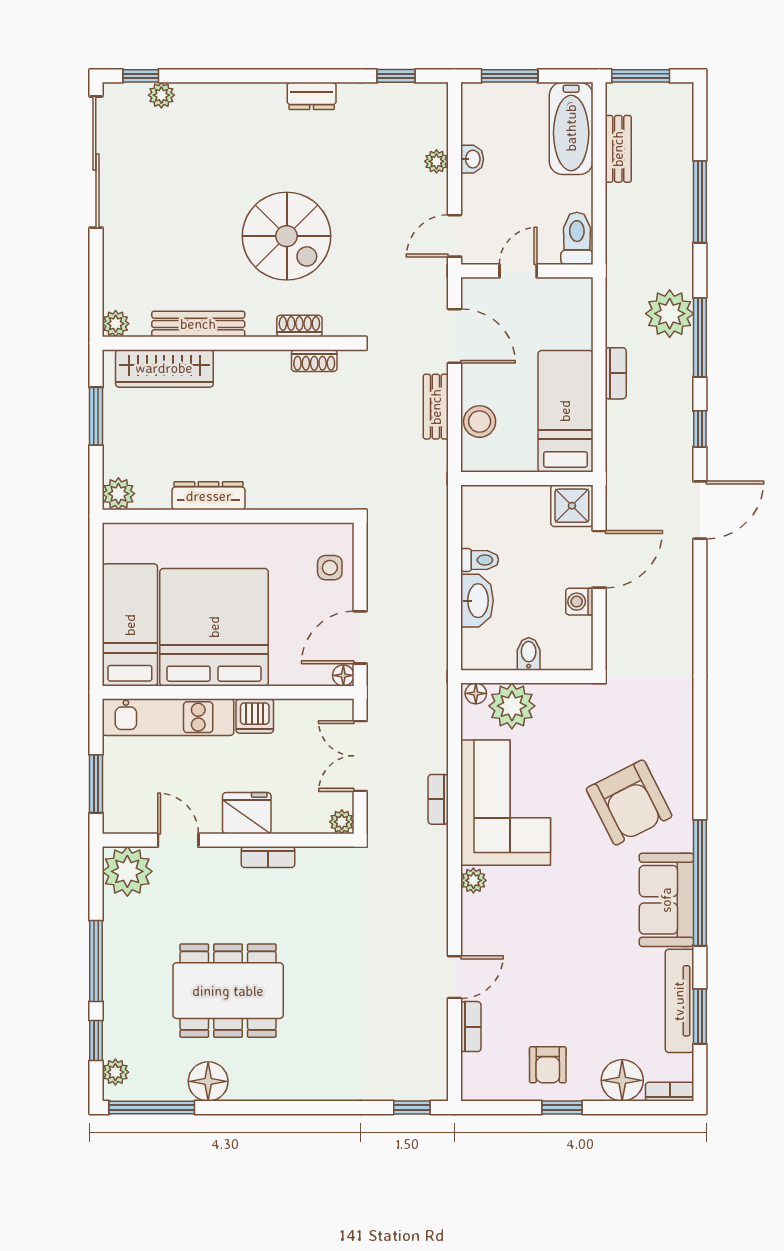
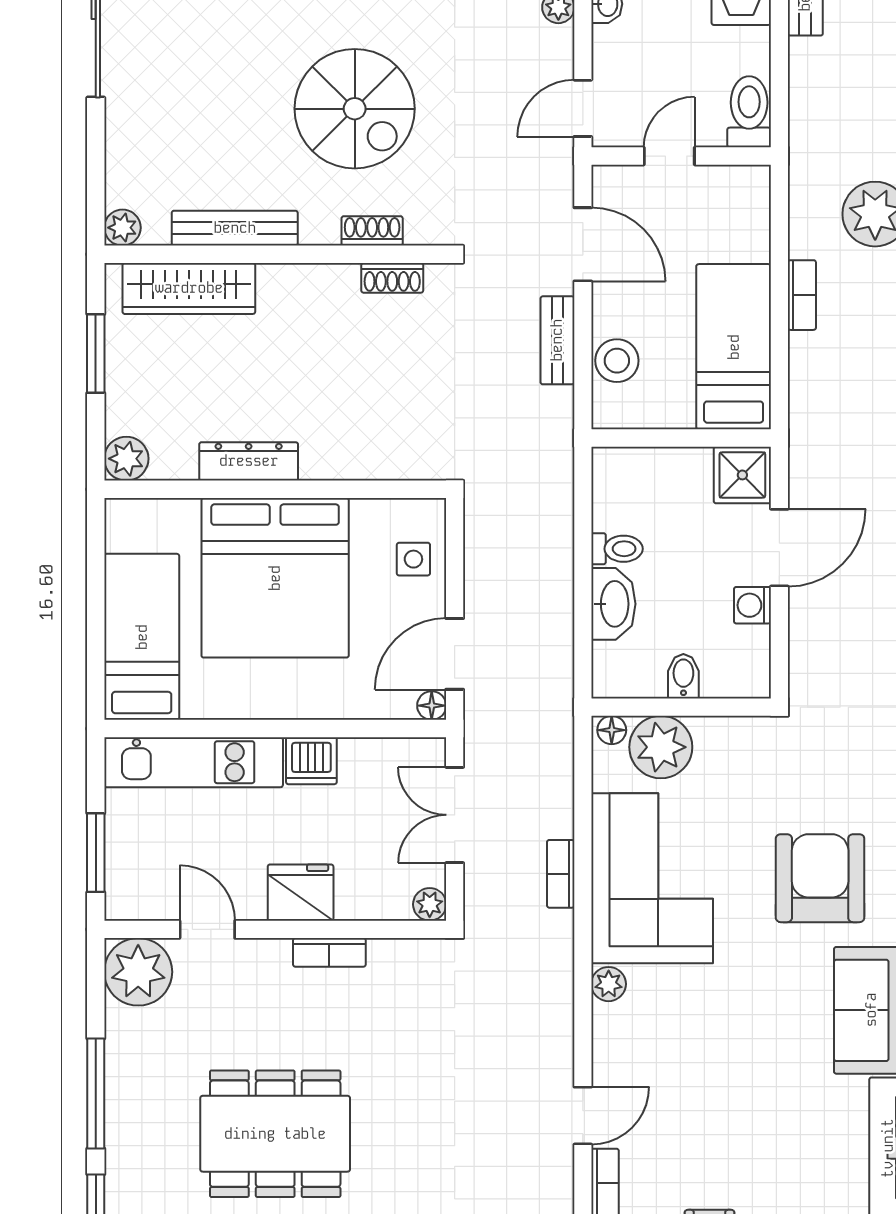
bed: (214, 627) -> (275, 578), moved, turned 180
armchair: (629, 802) -> (820, 878), turned -153

